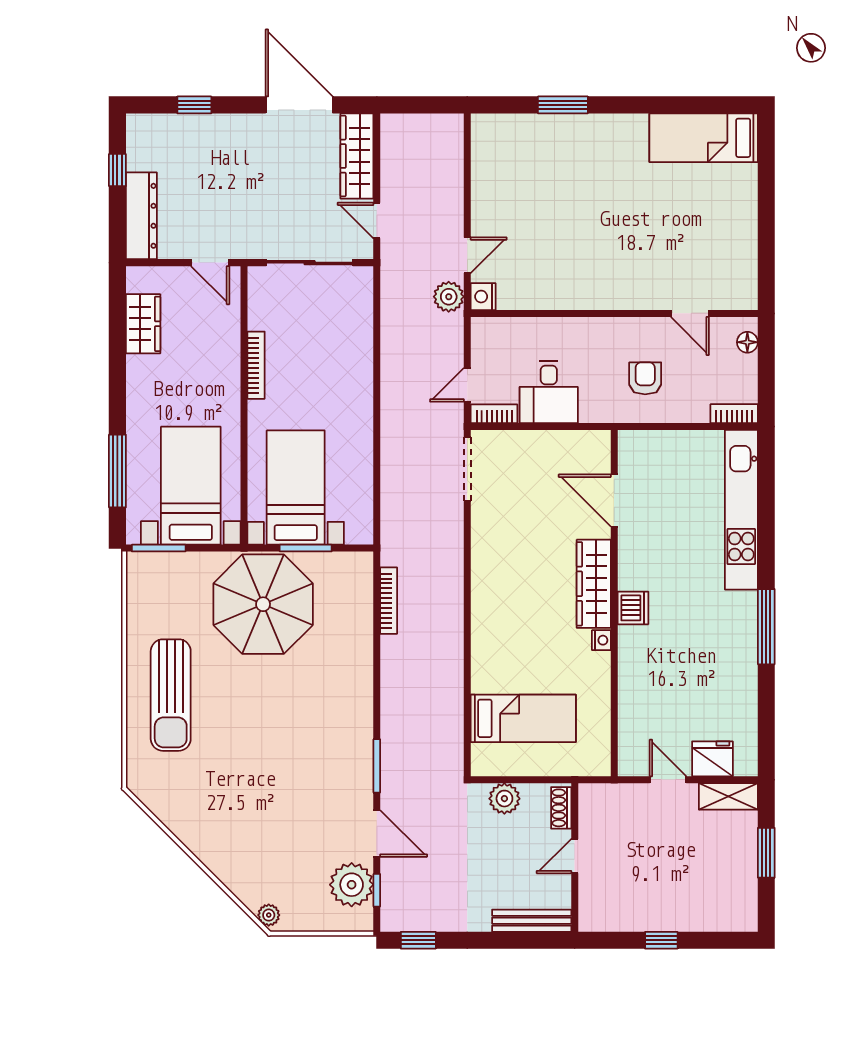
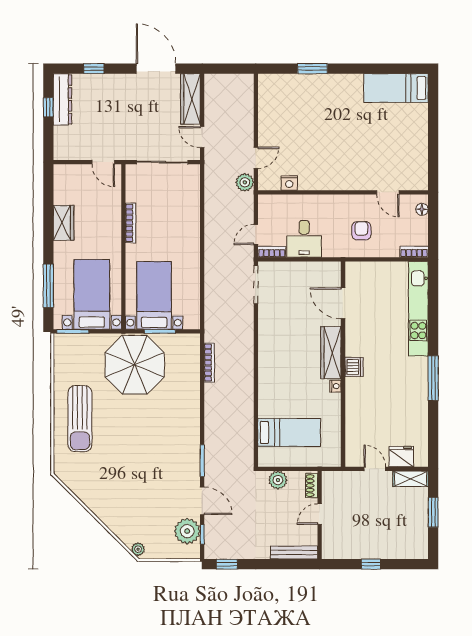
dresser: (141, 216) -> (63, 99), moved
nightstand: (483, 297) -> (289, 183), moved, turned -90
wardrobe: (143, 324) -> (64, 223), moved

